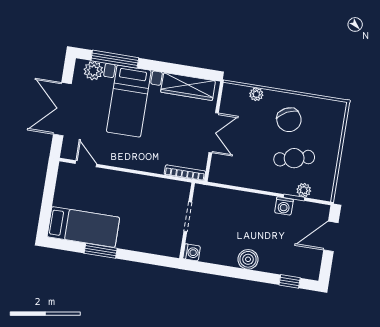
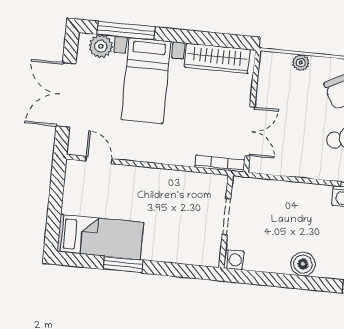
double door: (214, 133) -> (250, 131), moved

